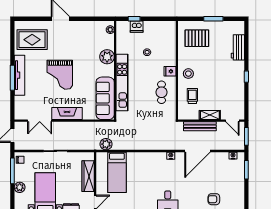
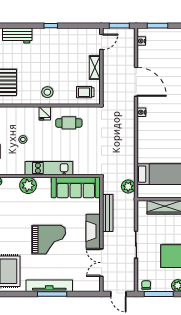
kitchen unit: (122, 82) -> (49, 168), width x0.73
trolley: (192, 96) -> (85, 92), moved
double door: (40, 121) -> (101, 263), swing flipped
bench: (200, 126) -> (108, 213), moved

